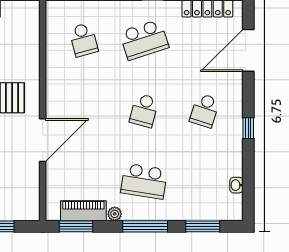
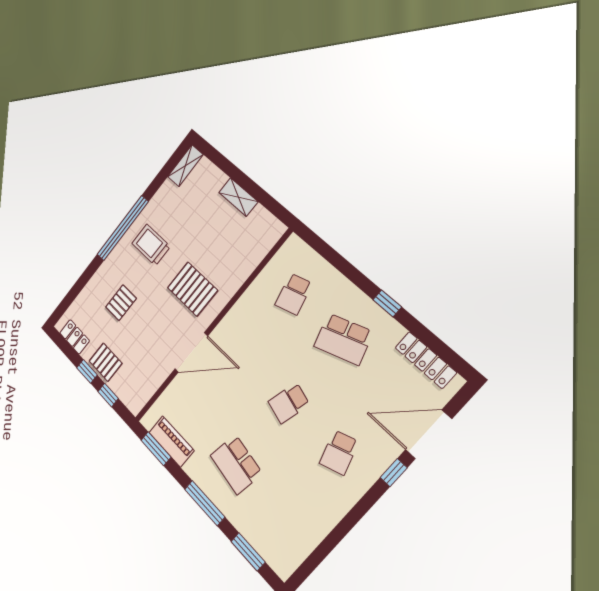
school desk: (205, 111) -> (339, 452), turned -36
window: (248, 128) -> (394, 473), moved
washbasin: (236, 185) -> (307, 546), removed
plant: (115, 214) -> (191, 468), removed

